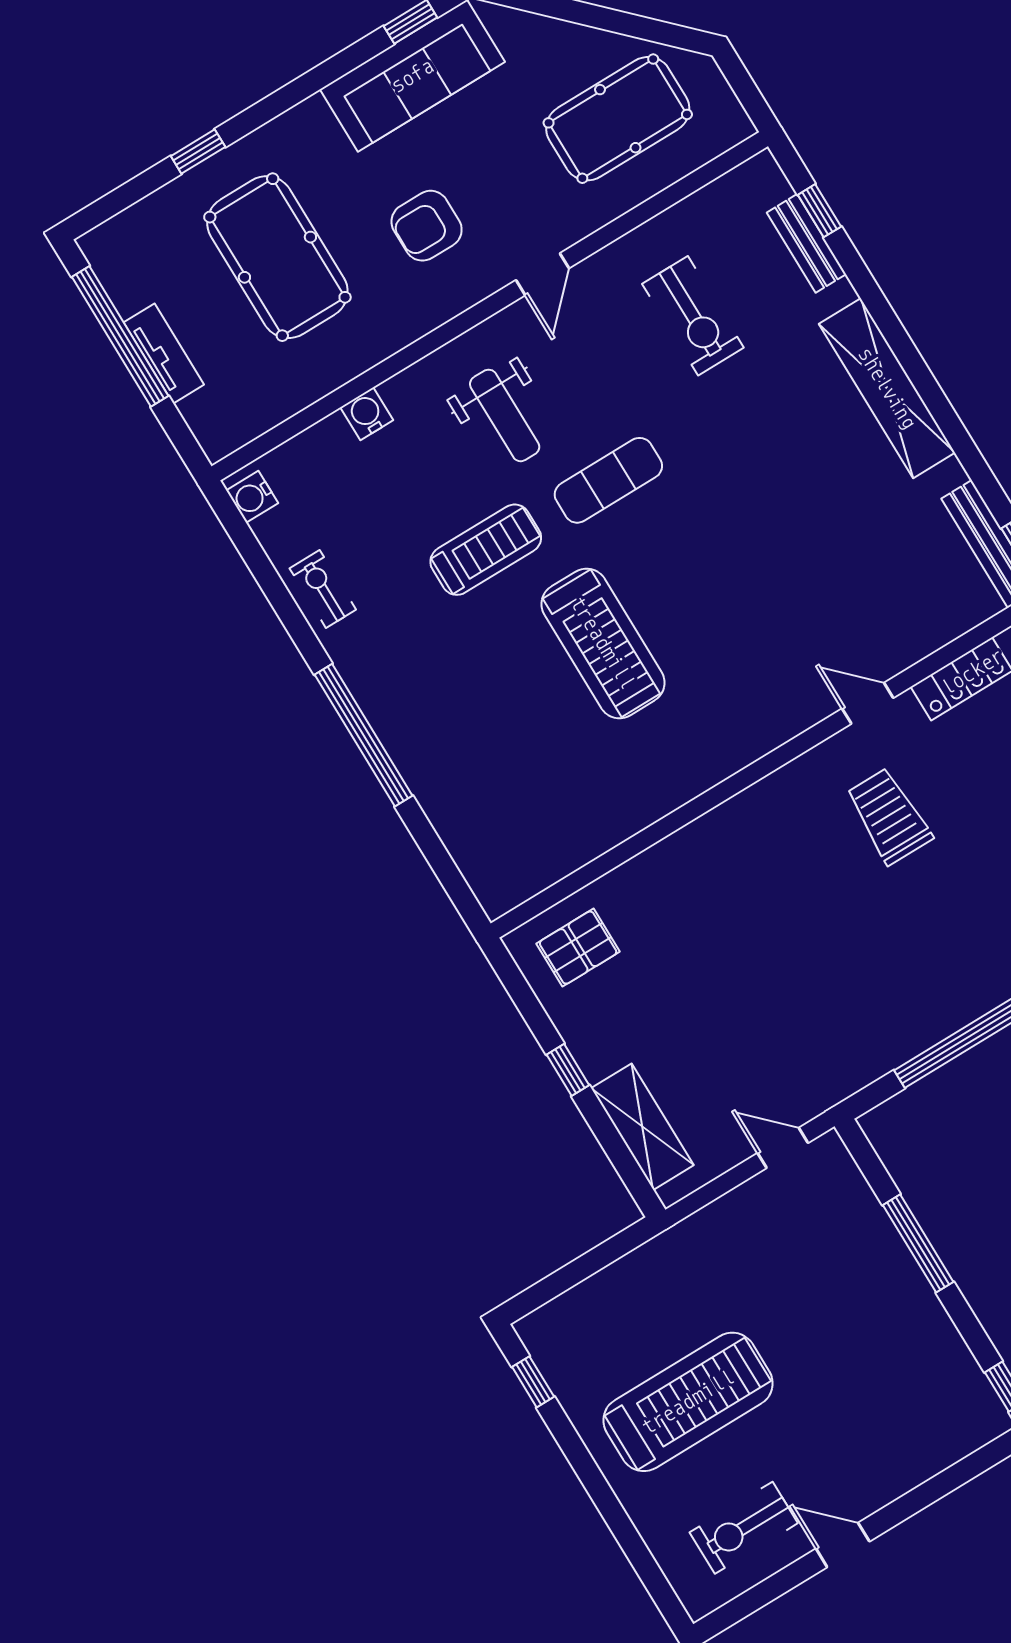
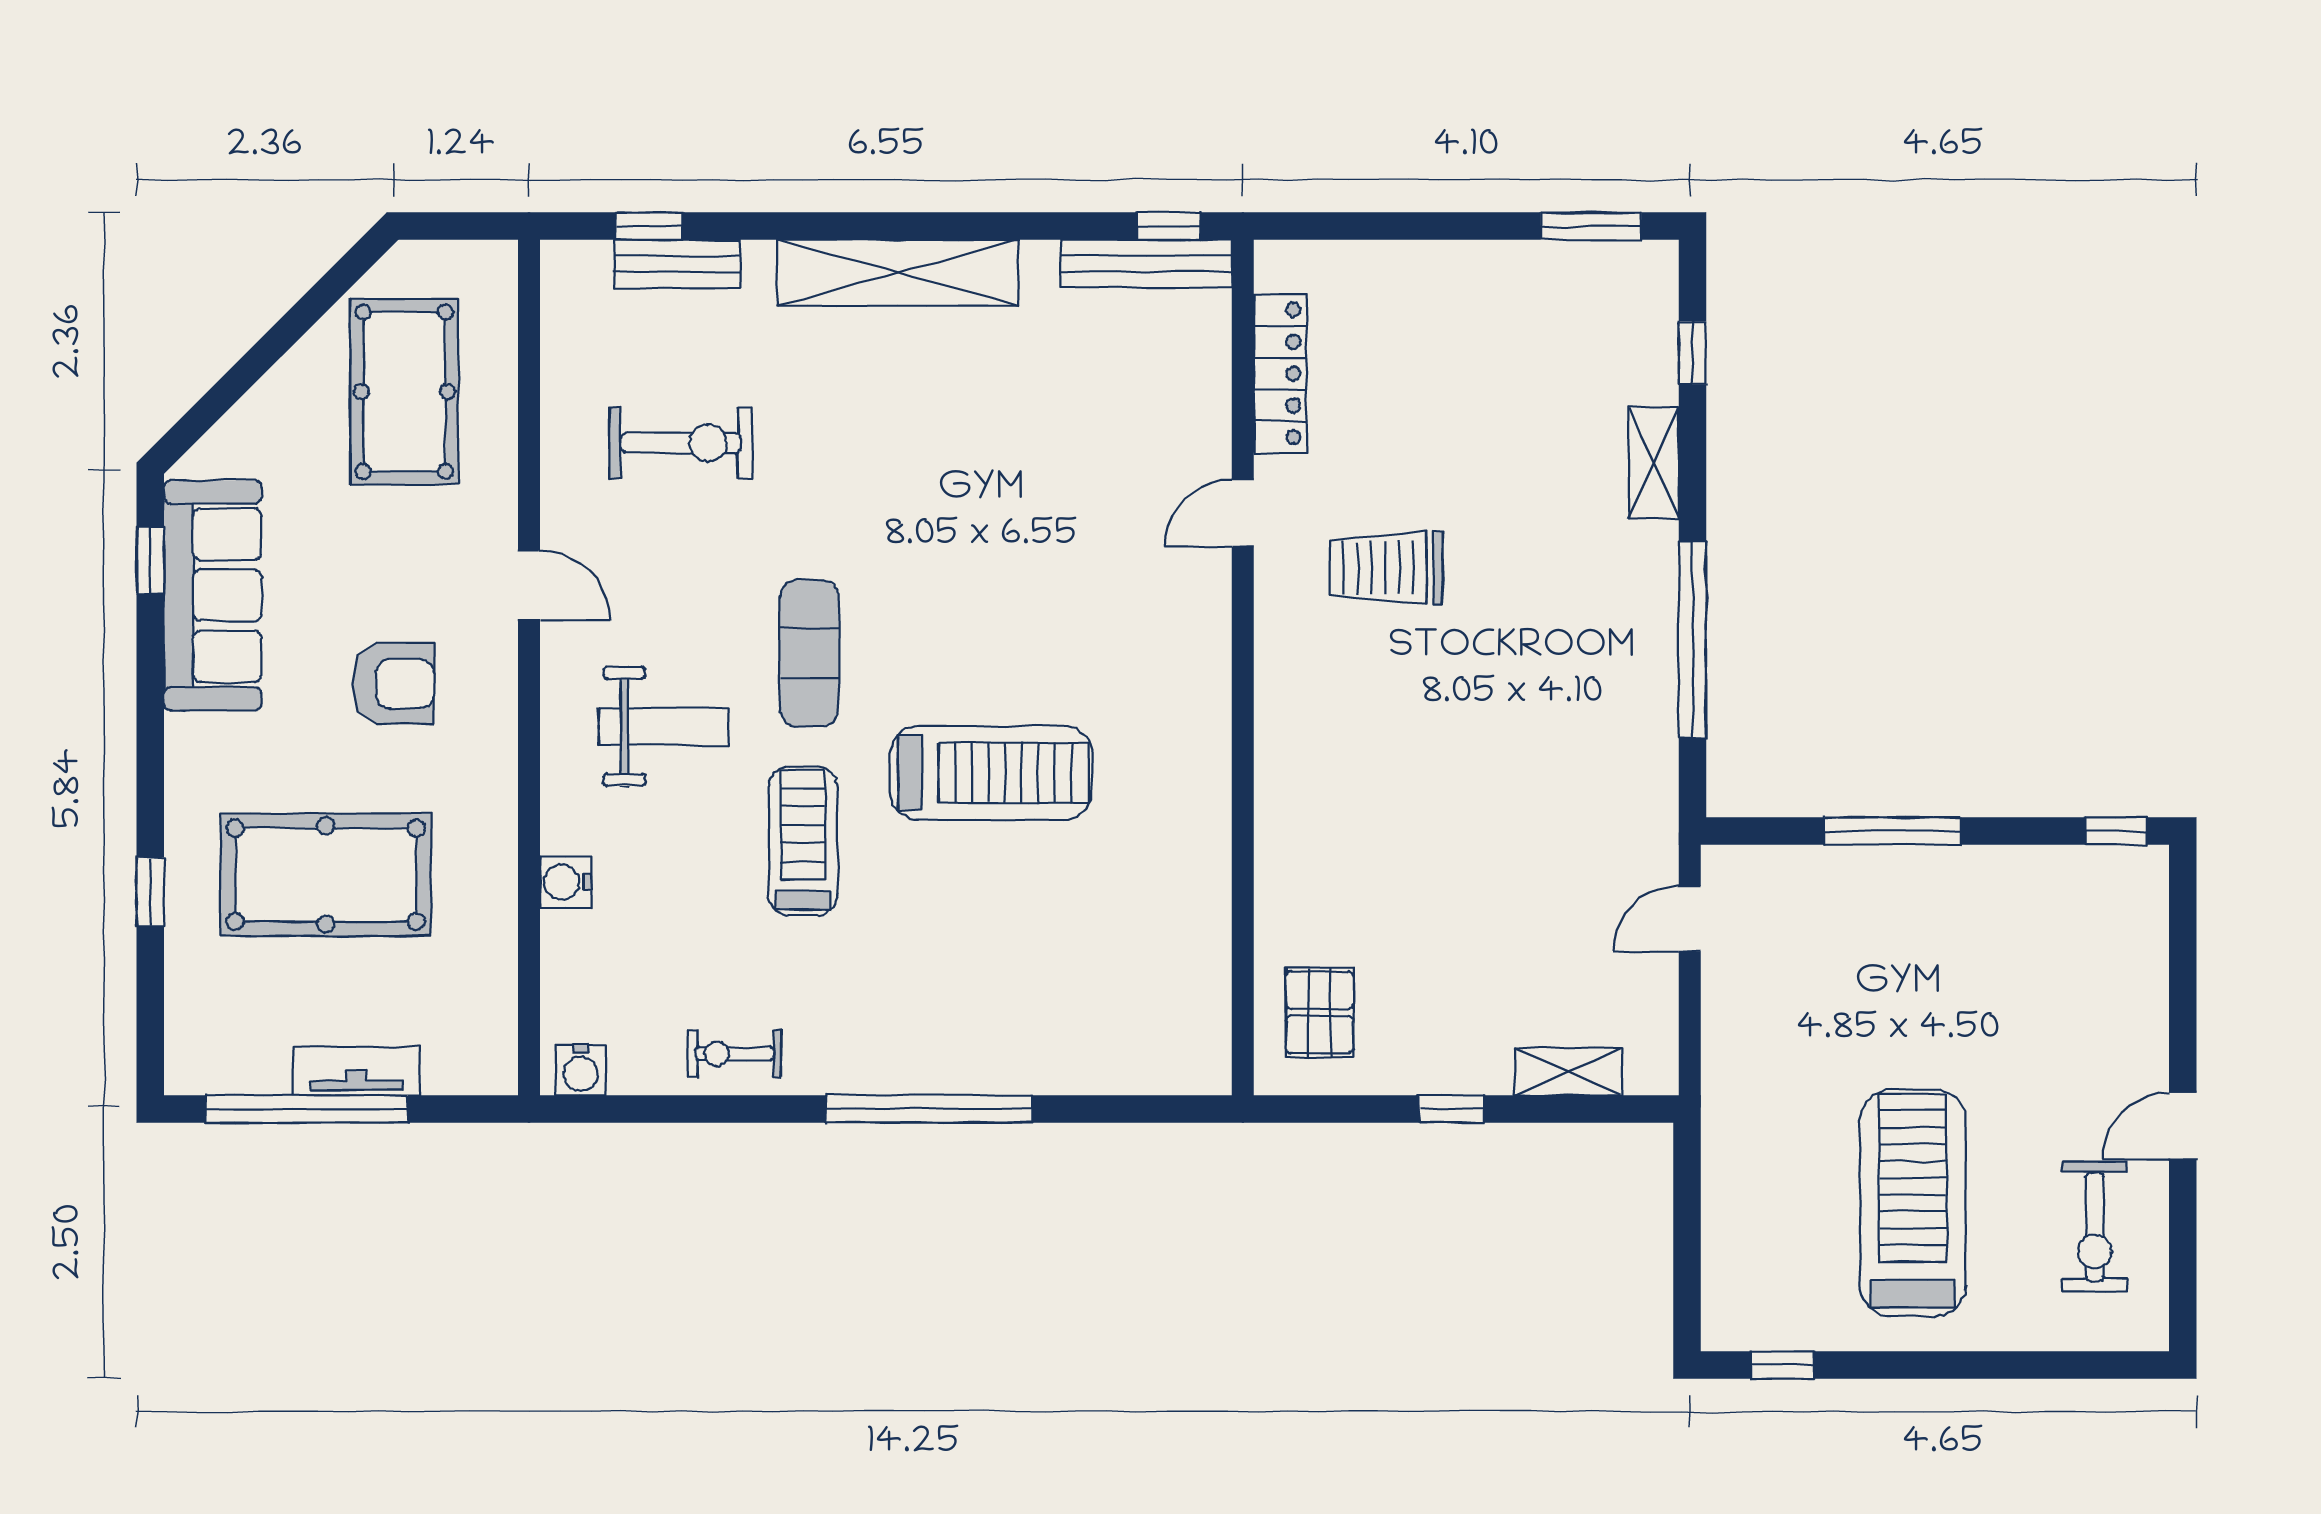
armchair: (427, 226) -> (393, 683), turned -90
shelving: (642, 1127) -> (1568, 1071), width x0.67, depth x0.75

